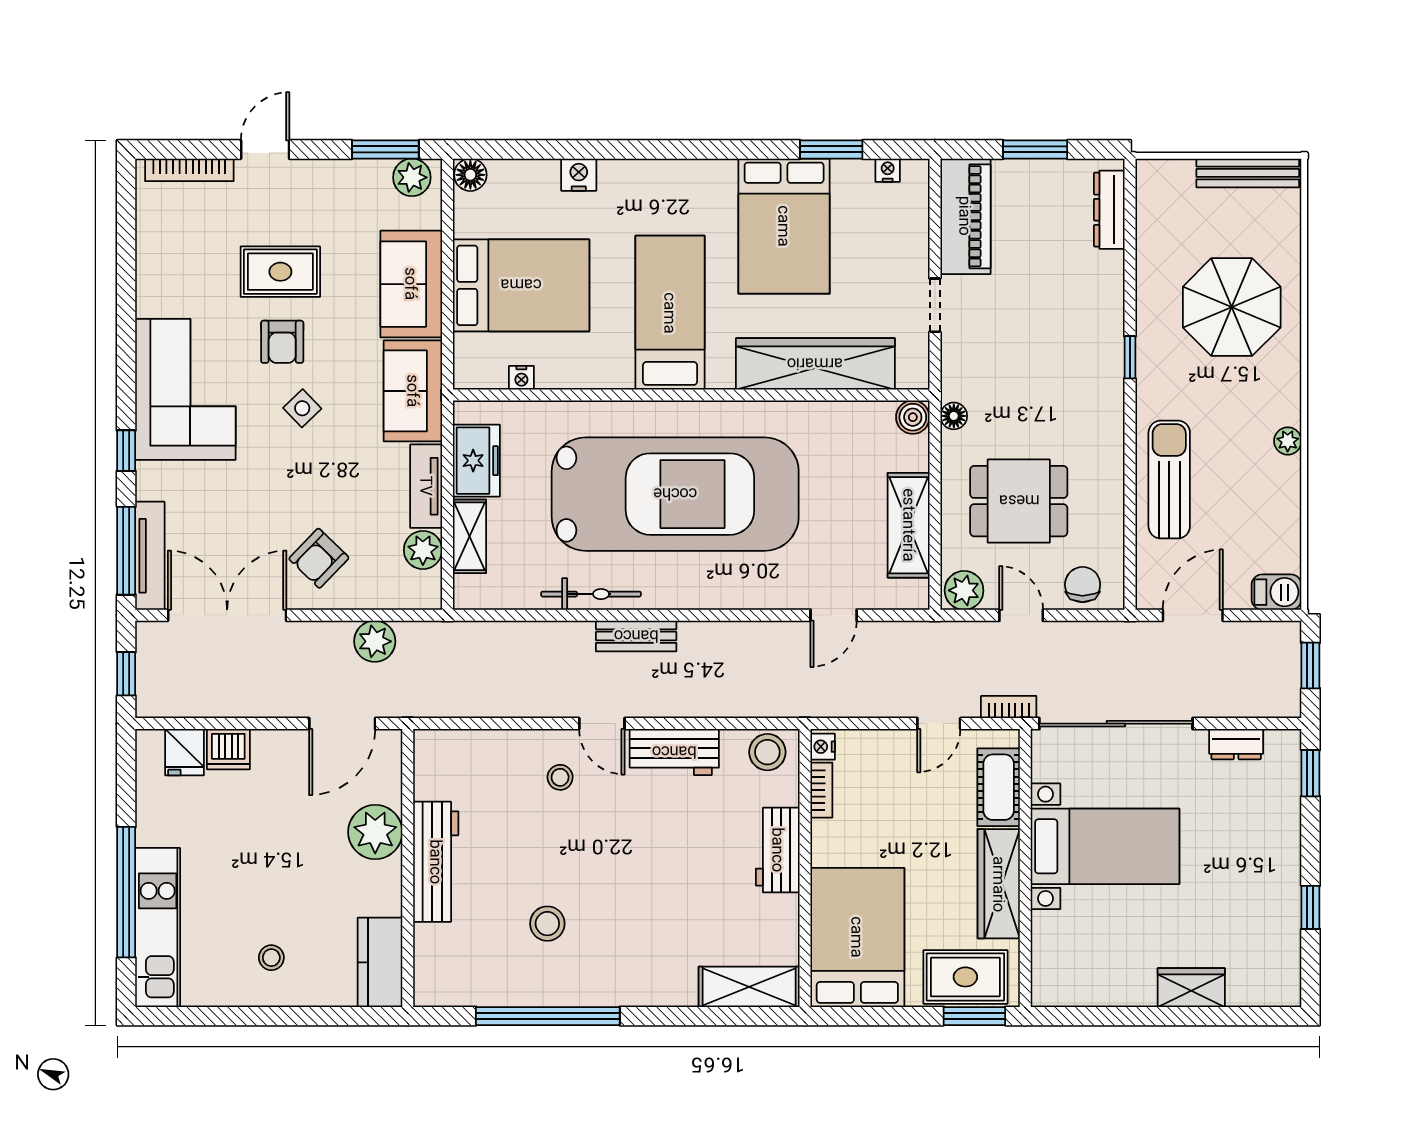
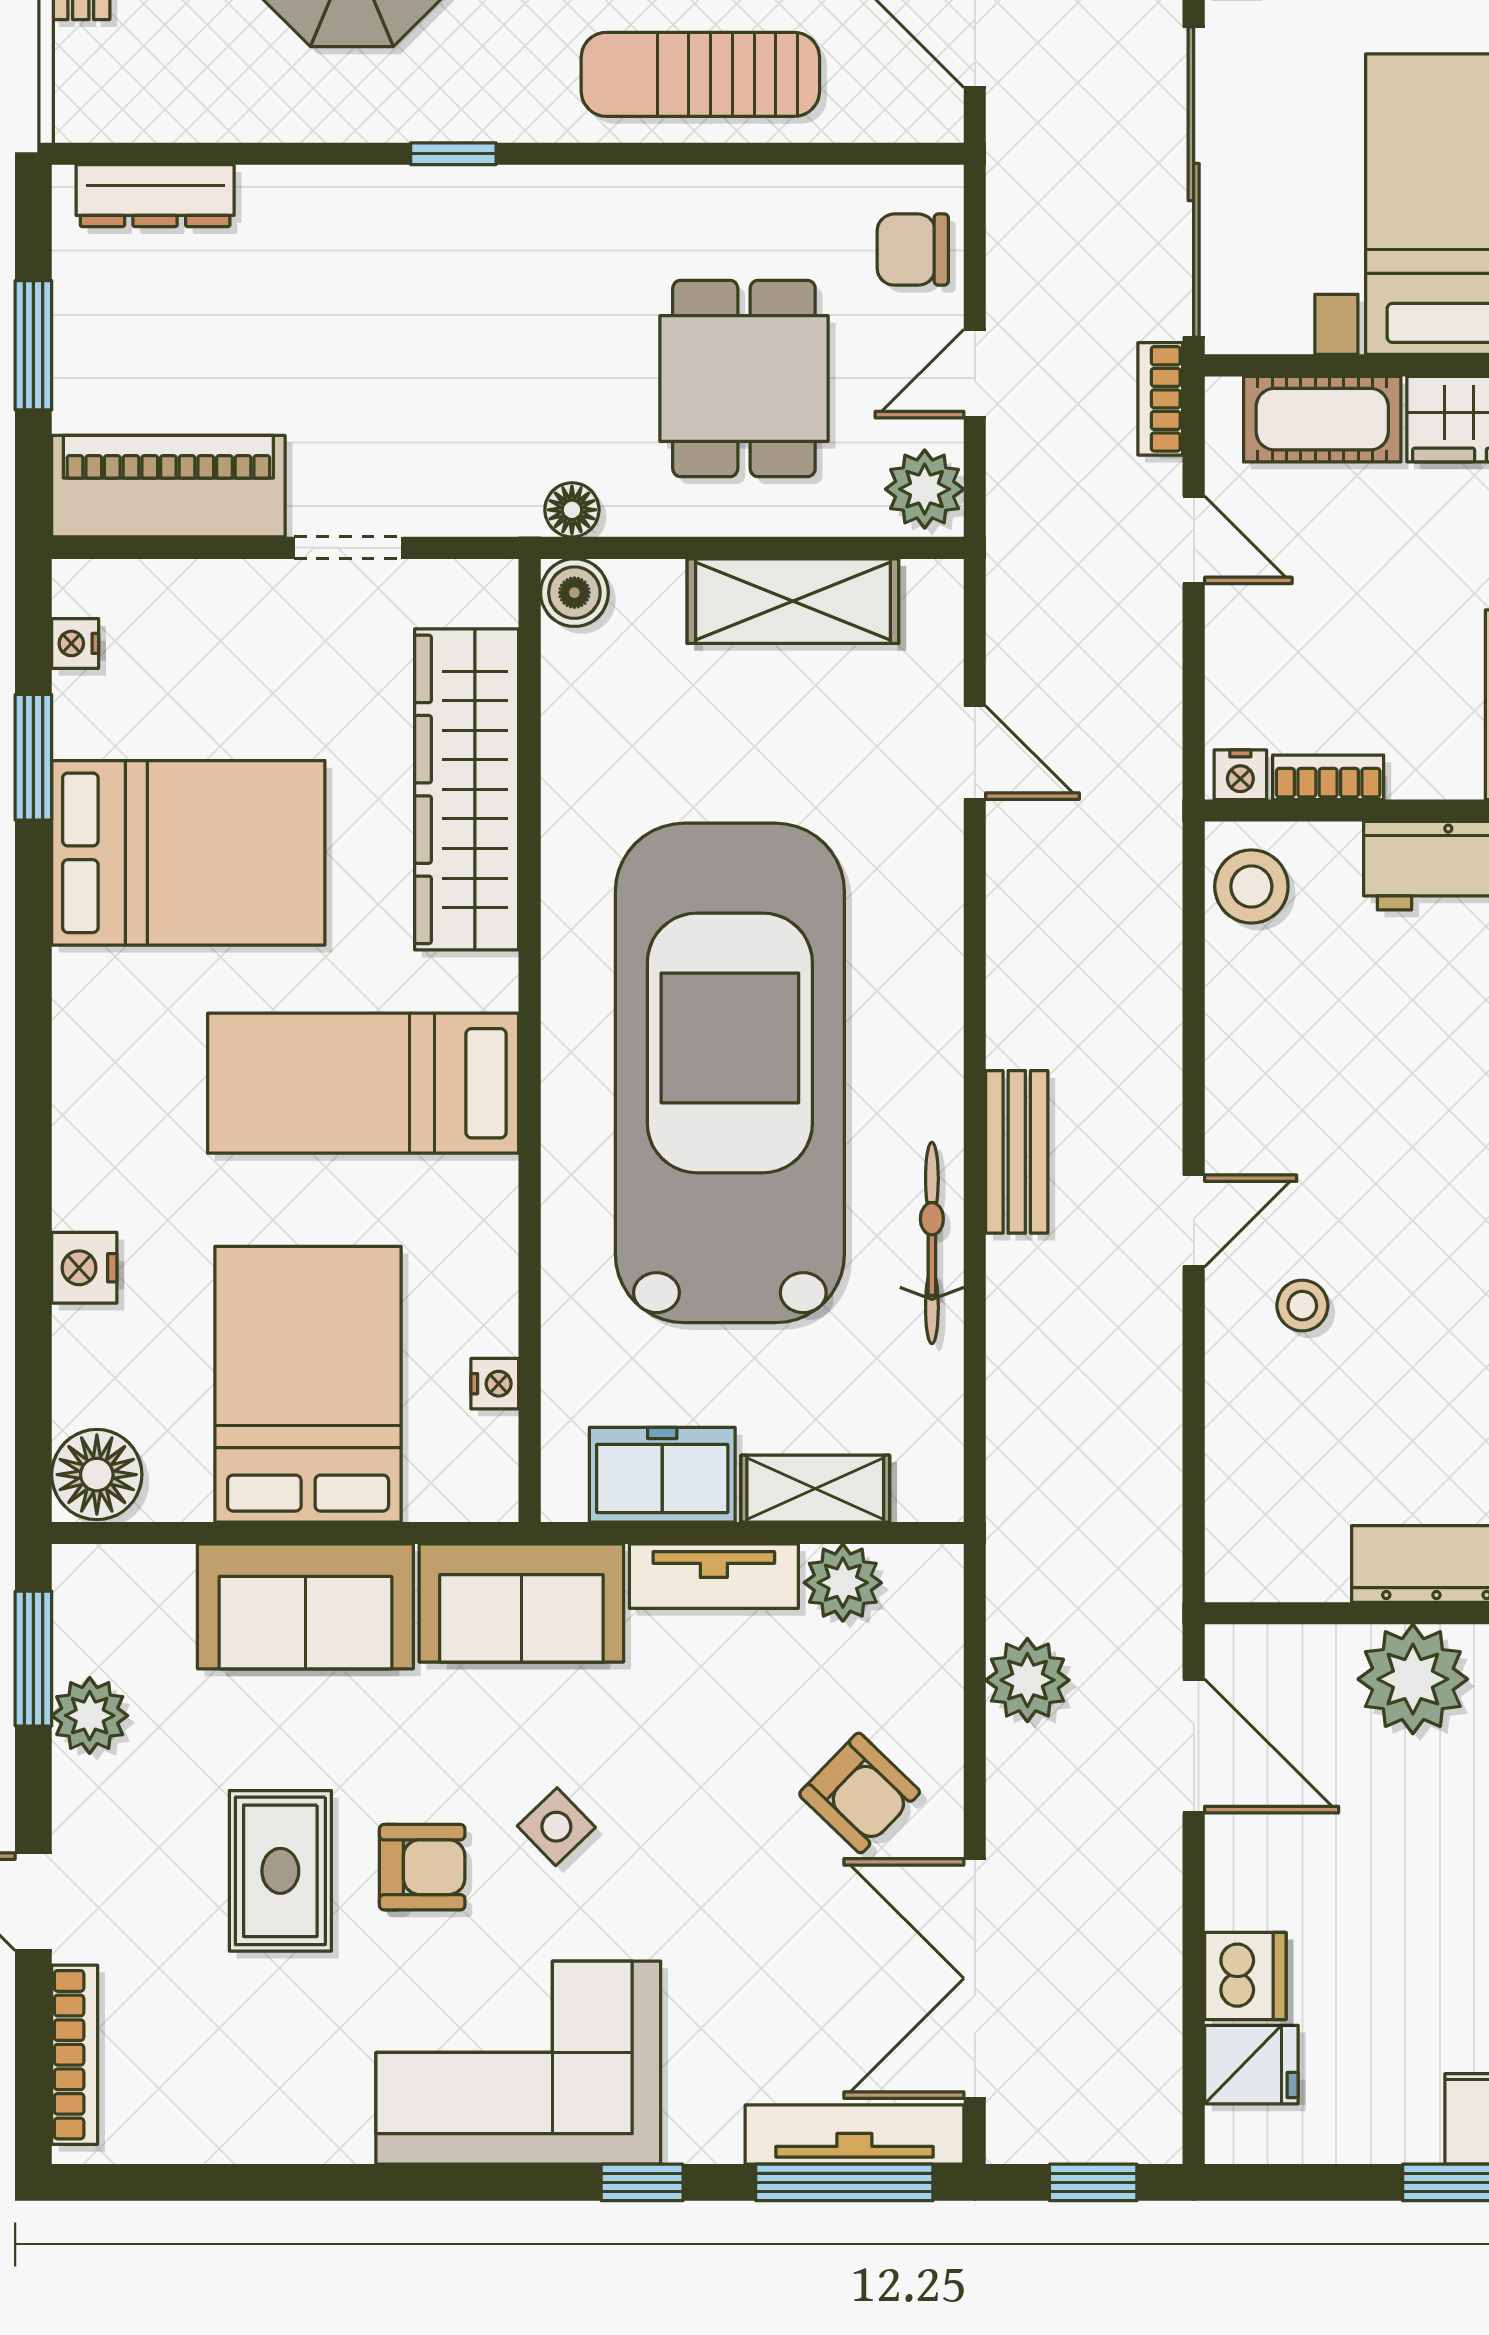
floor lamp: (470, 175) -> (97, 1475), width x1.38, depth x1.38
plant: (412, 177) -> (90, 1716), moved
workbench: (674, 752) -> (1251, 1075), removed

